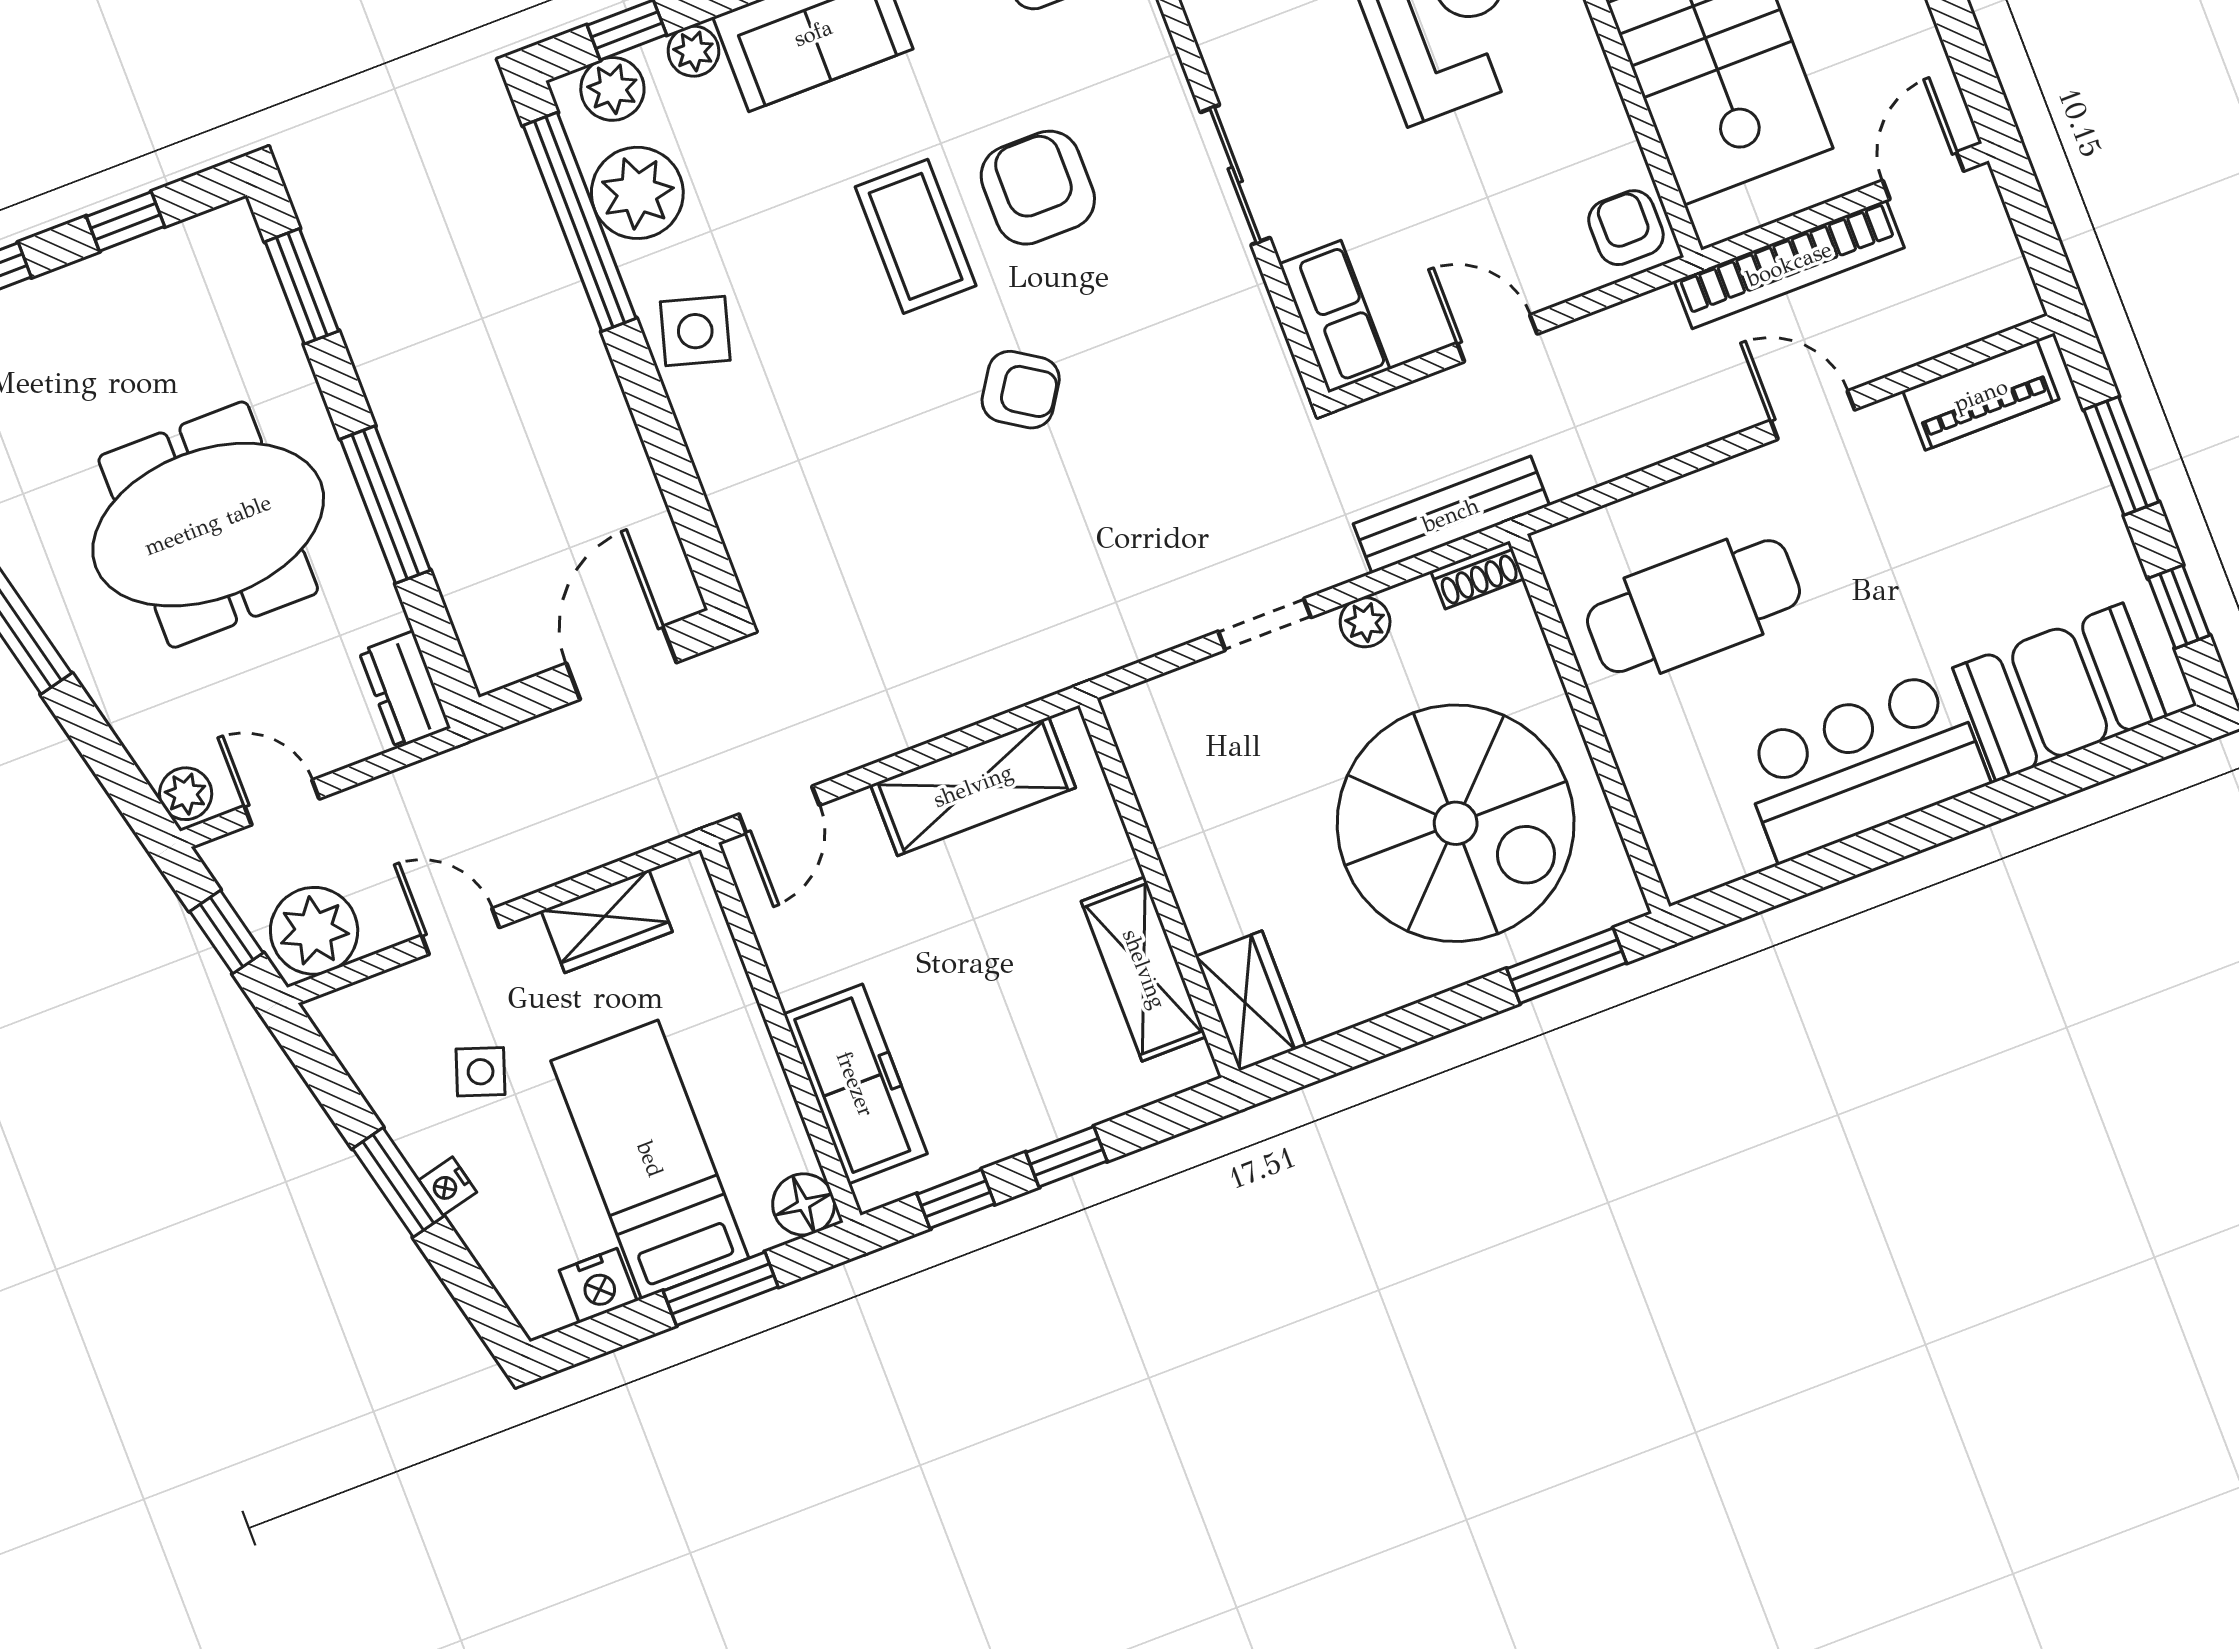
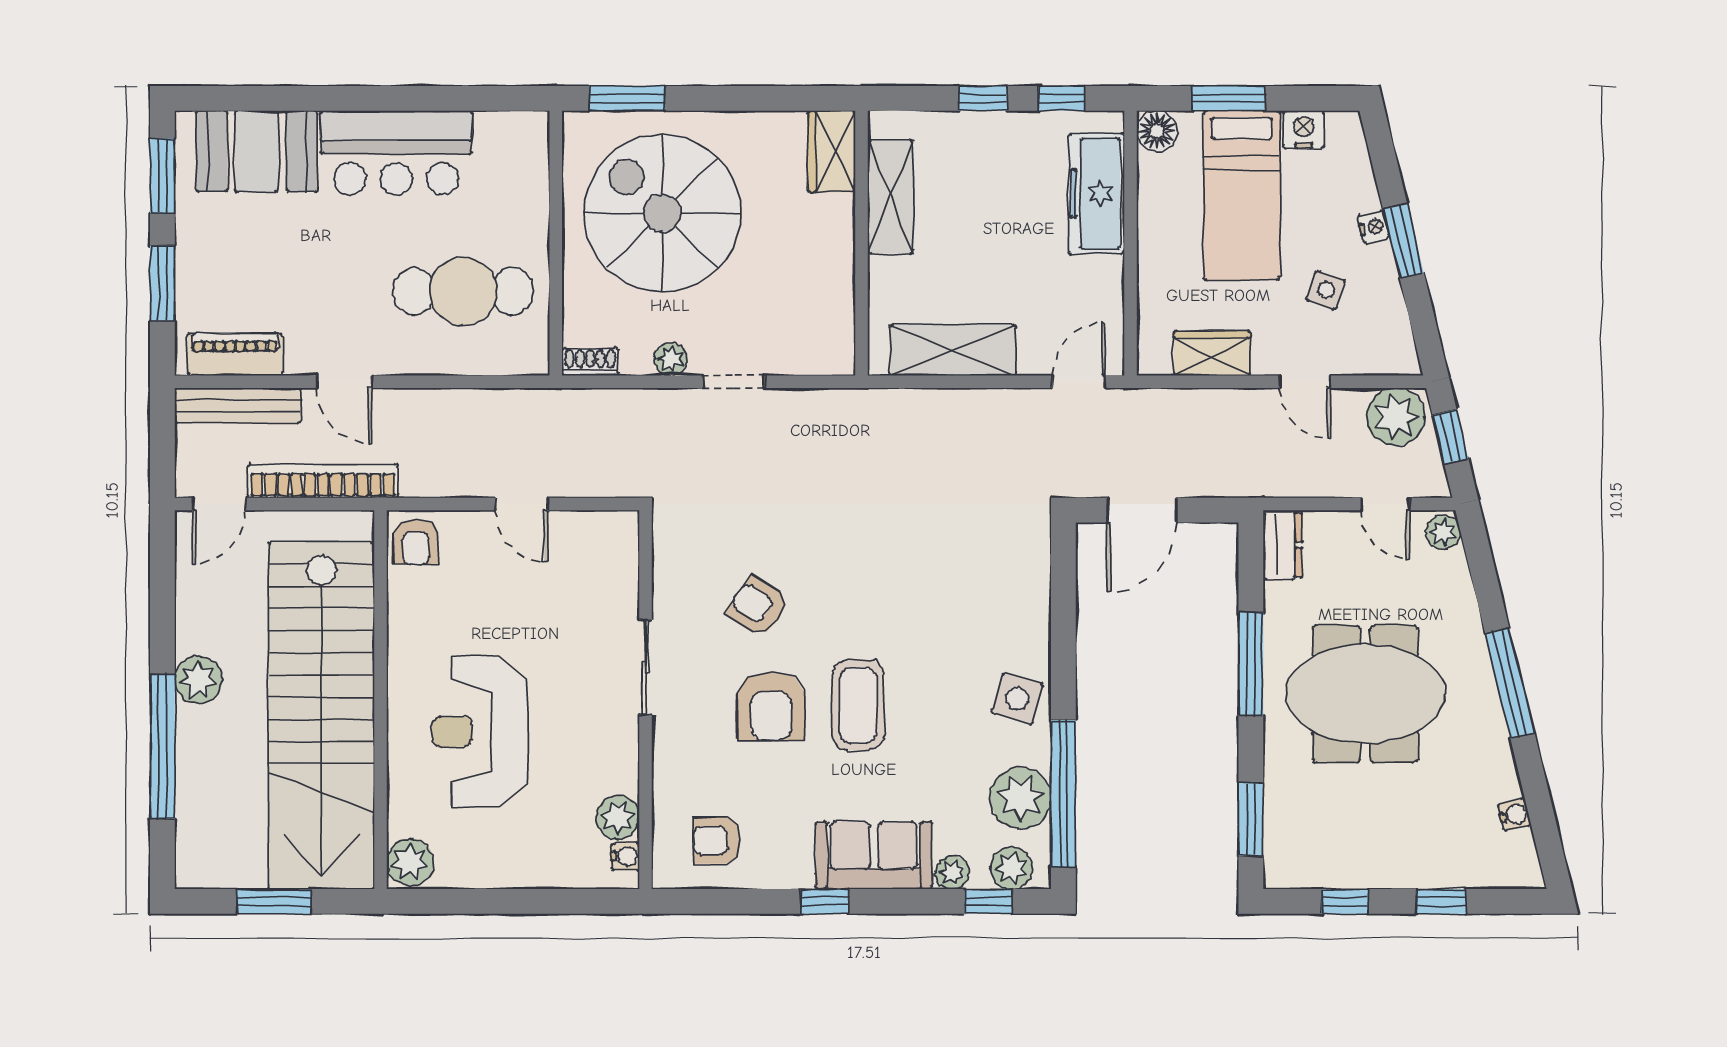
row of seats: (1335, 317) -> (617, 556), removed
armchair: (1021, 390) -> (758, 606), moved
bench: (1451, 515) -> (238, 405), moved
window: (2179, 607) -> (162, 176), width x1.50

